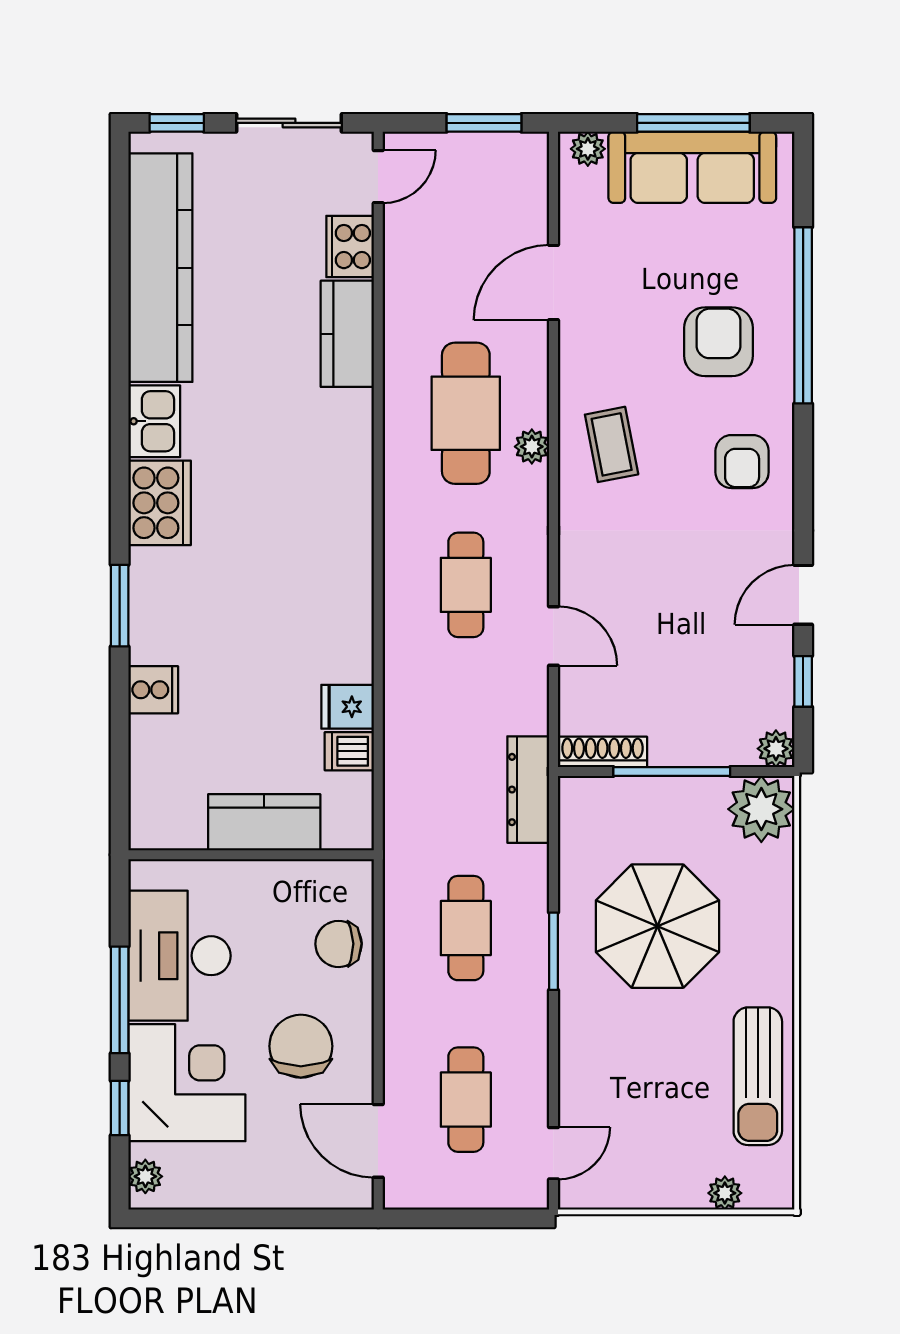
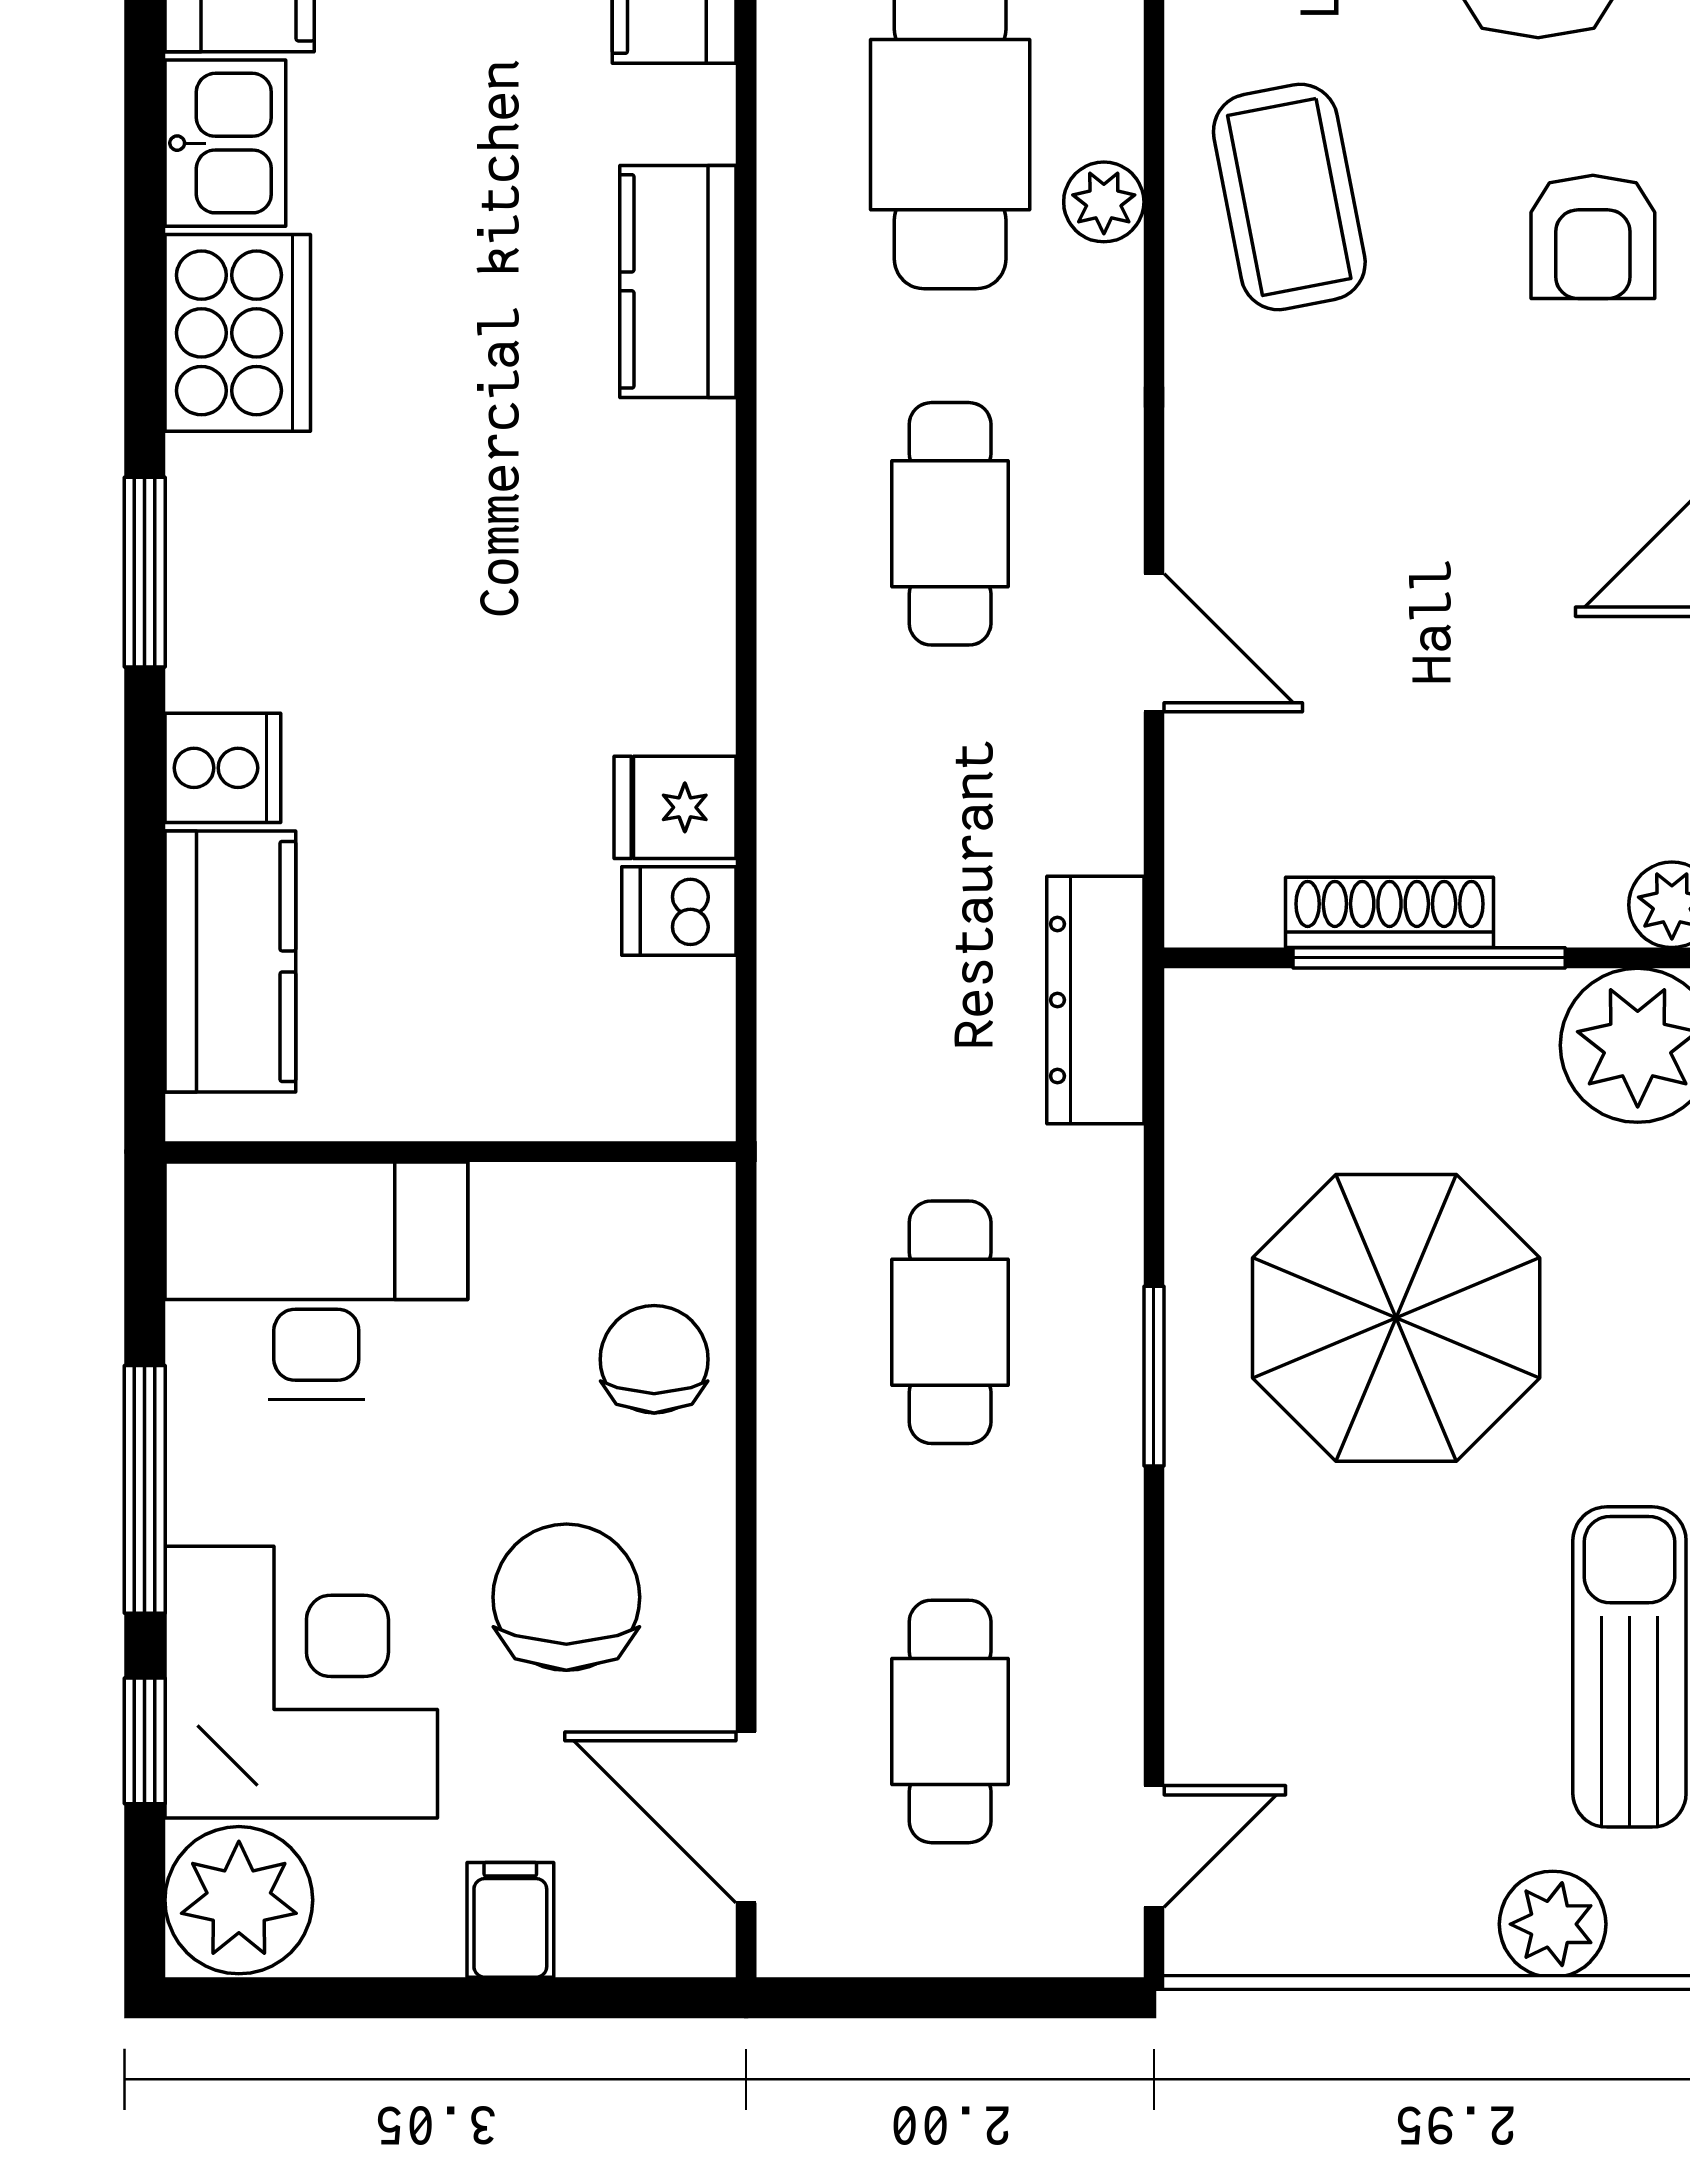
coffee table: (612, 444) -> (1289, 197), width x1.36, depth x1.30
kitchen counter: (349, 481) -> (678, 281), added
shoe rack: (602, 752) -> (1390, 912), moved
kitchen counter: (264, 822) -> (230, 961), moved, turned 90
chair: (339, 944) -> (654, 1359), turned 91
desk: (179, 956) -> (316, 1281), moved, turned 90
sun lounger: (758, 1076) -> (1629, 1667), turned 180
plant: (145, 1176) -> (239, 1900), width x1.87, depth x1.87
filing cabinet: (277, 1185) -> (510, 1920), added
plant: (725, 1193) -> (1553, 1924), width x1.38, depth x1.38

